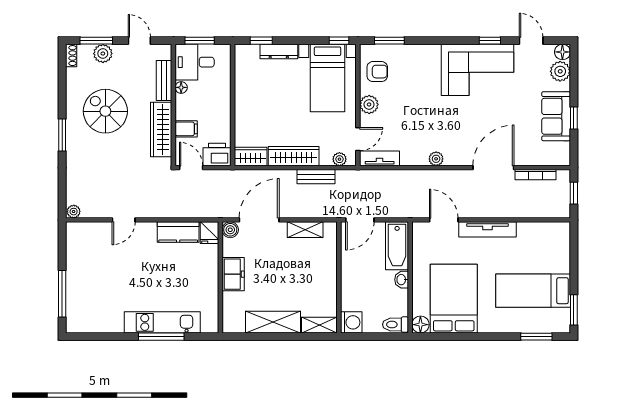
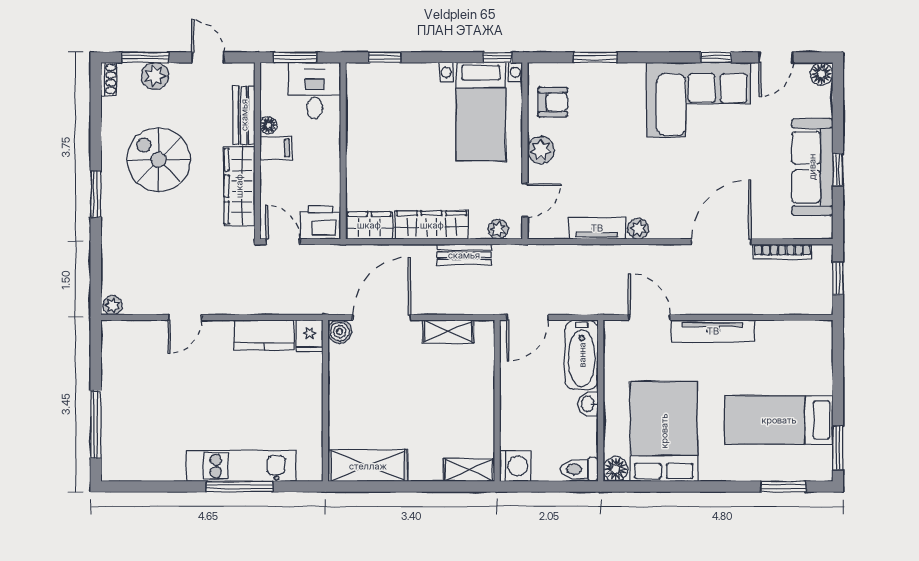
window: (389, 41) -> (595, 57), moved
door: (531, 41) -> (776, 57), swing flipped
dresser: (279, 51) -> (410, 73), removed
desk: (195, 62) -> (314, 91), moved, turned 90
plant: (560, 71) -> (818, 102), removed
sofa: (556, 116) -> (812, 167), width x1.36
filing cabinet: (186, 129) -> (276, 148), moved
tv unit: (380, 158) -> (597, 228), moved
freezer: (233, 274) -> (344, 396), removed
shelving: (273, 322) -> (368, 466), moved

